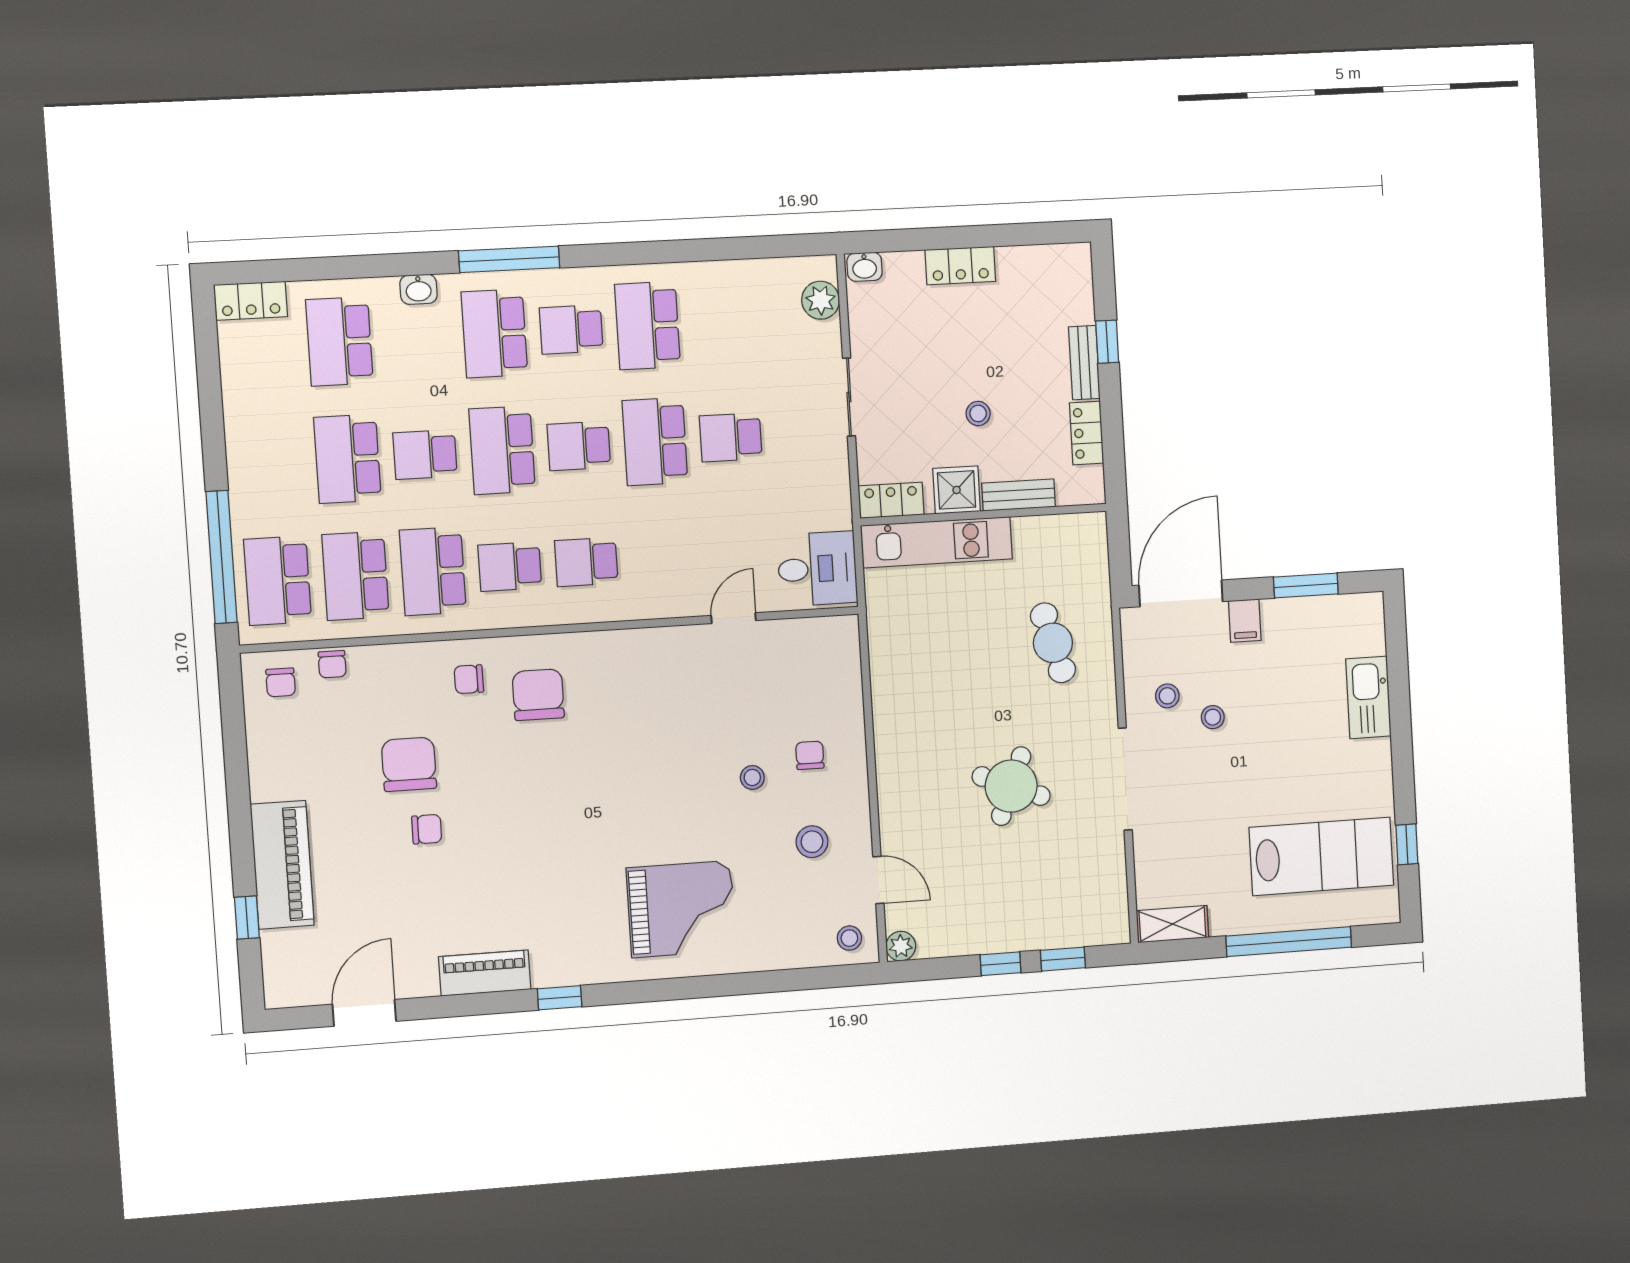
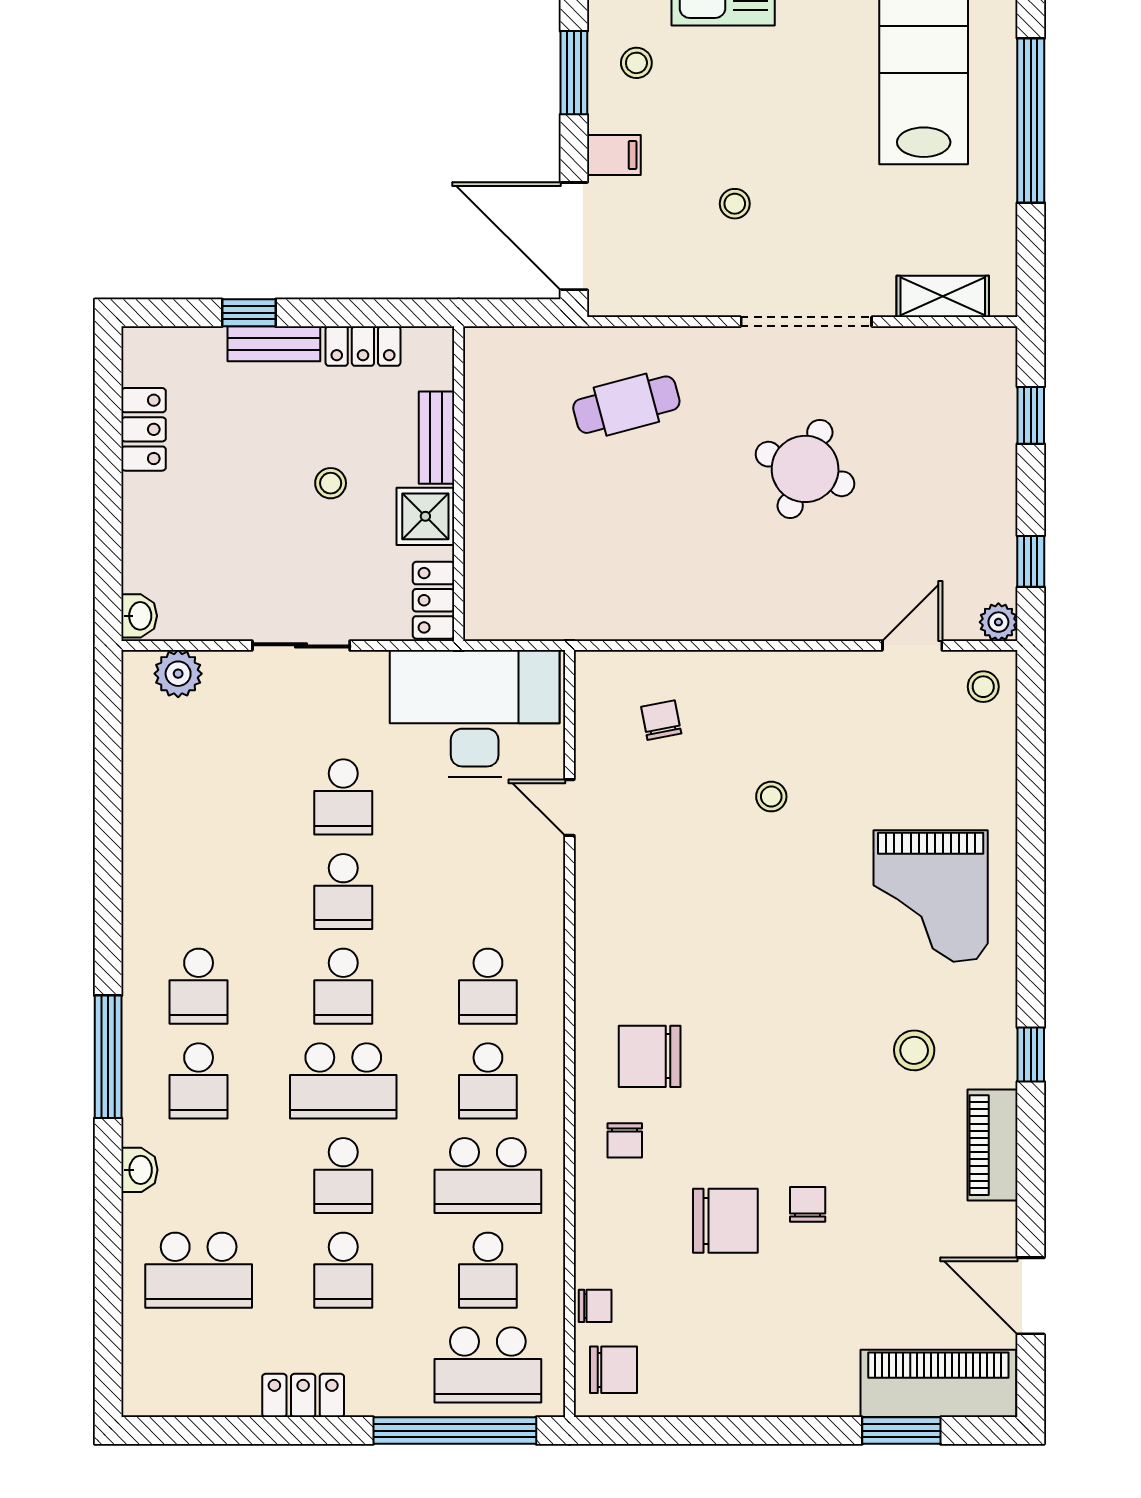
locker: (960, 266) -> (144, 429), moved
locker: (251, 301) -> (303, 1395), moved, turned -90
school desk: (648, 326) -> (199, 892), removed
school desk: (494, 333) -> (199, 1081), width x0.54
school desk: (655, 442) -> (343, 892), width x0.54
school desk: (347, 459) -> (343, 1270), width x0.54
kitchen unit: (937, 542) -> (490, 546), removed
desk: (817, 569) -> (475, 713), width x1.87, depth x1.30
school desk: (355, 576) -> (488, 1270), width x0.54
chair: (281, 682) -> (613, 1370), width x1.37, depth x1.37
stool: (1167, 696) -> (636, 63), moved
chair: (810, 755) -> (661, 720), moved, turned 79
chair: (409, 764) -> (725, 1221), turned 180
stool: (812, 842) -> (914, 1050), moved
piano: (282, 865) -> (938, 1383), moved
grand piano: (681, 909) -> (931, 896), turned 180
window: (247, 918) -> (901, 1431), width x1.50
shelving: (1172, 924) -> (943, 296), moved, turned 90
window: (1001, 964) -> (1031, 561), moved

